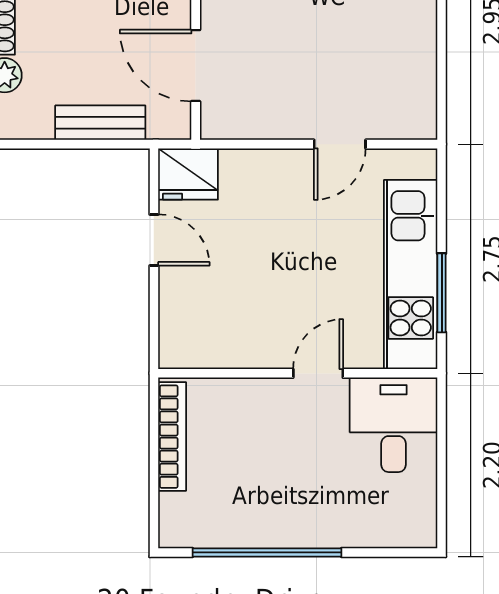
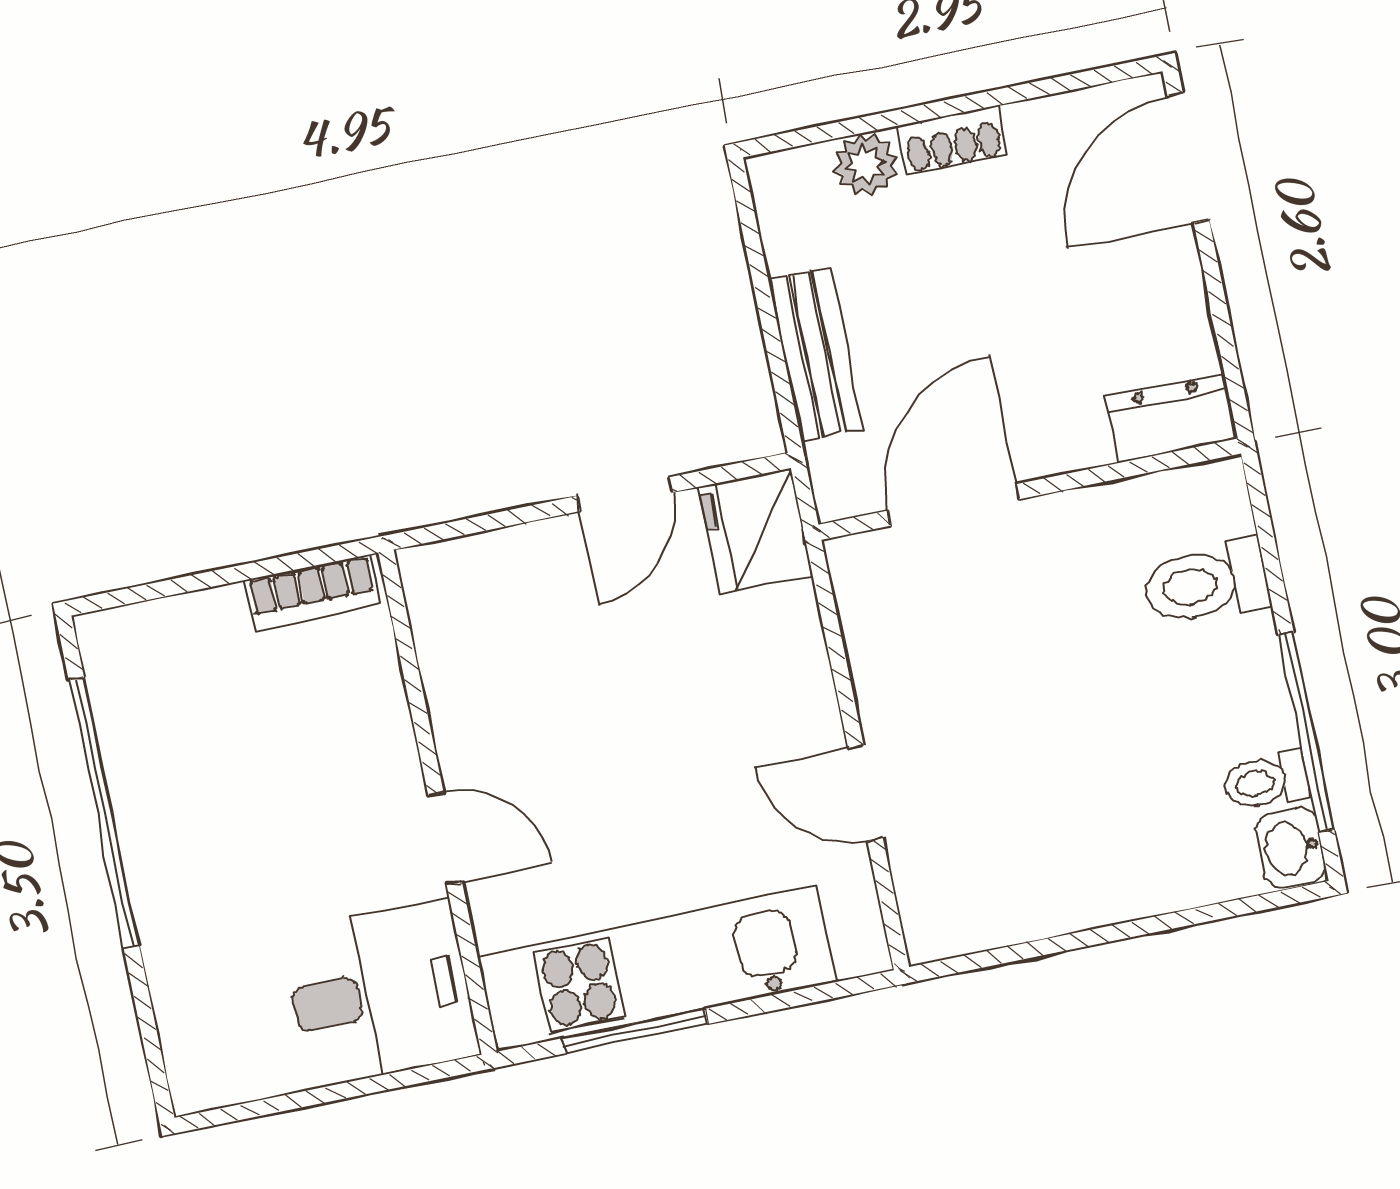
bookcase: (172, 437) -> (313, 592), width x0.64

